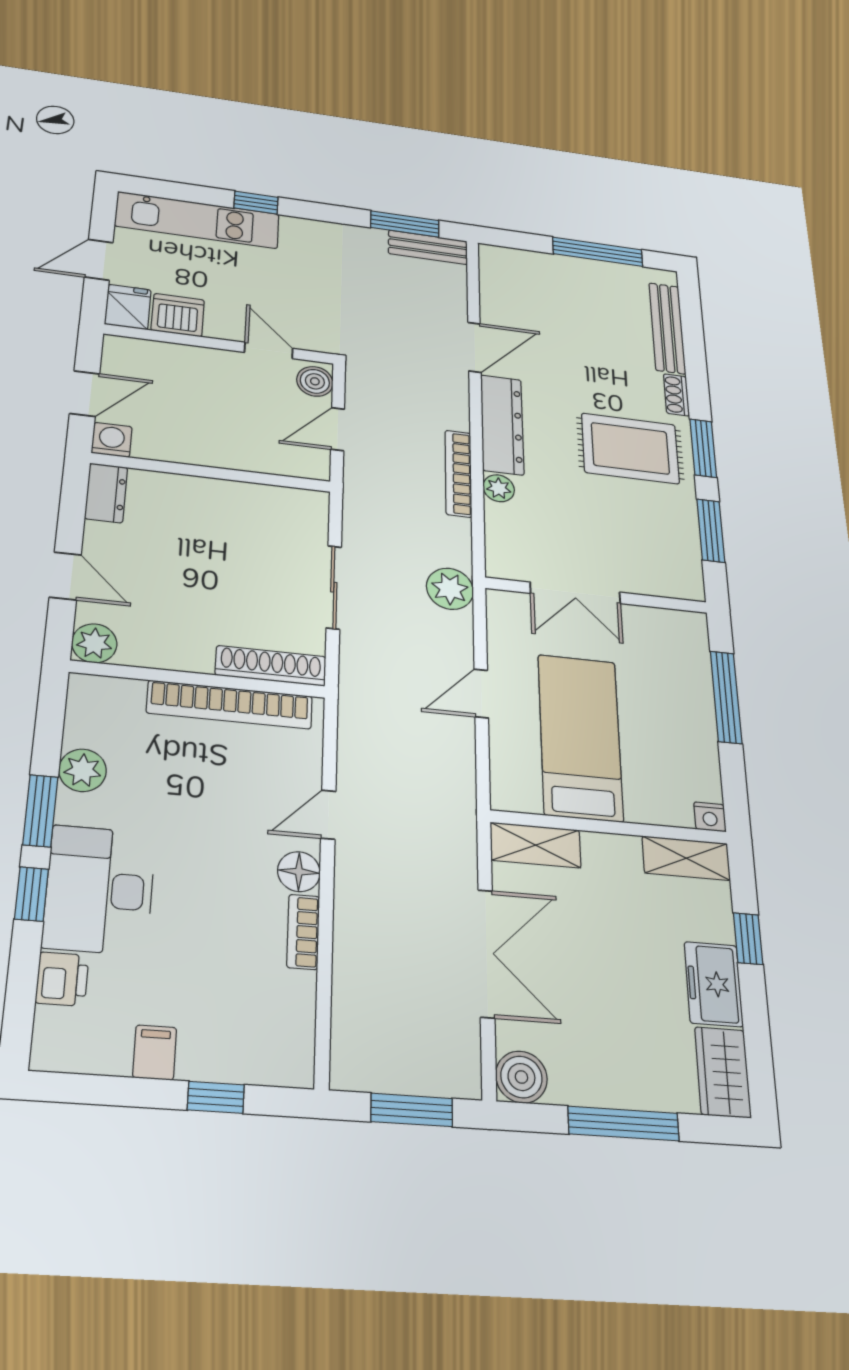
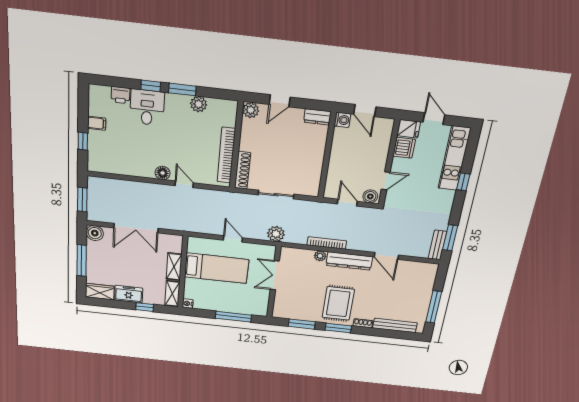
shelving: (536, 845) -> (174, 267), moved
desk: (99, 890) -> (147, 107), width x0.73
bookcase: (303, 932) -> (141, 172), removed

